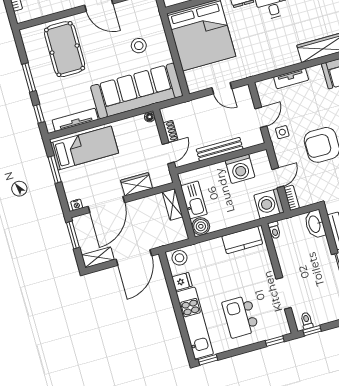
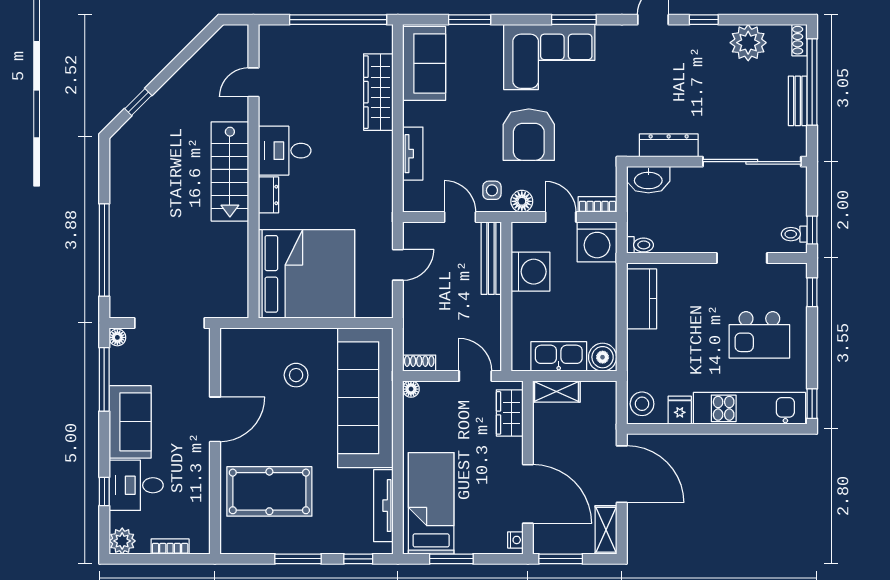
shoe rack: (170, 131) -> (419, 363), moved
bench: (220, 149) -> (491, 258), moved
floor lamp: (281, 152) -> (522, 201), added
wardrobe: (137, 184) -> (510, 413), moved

